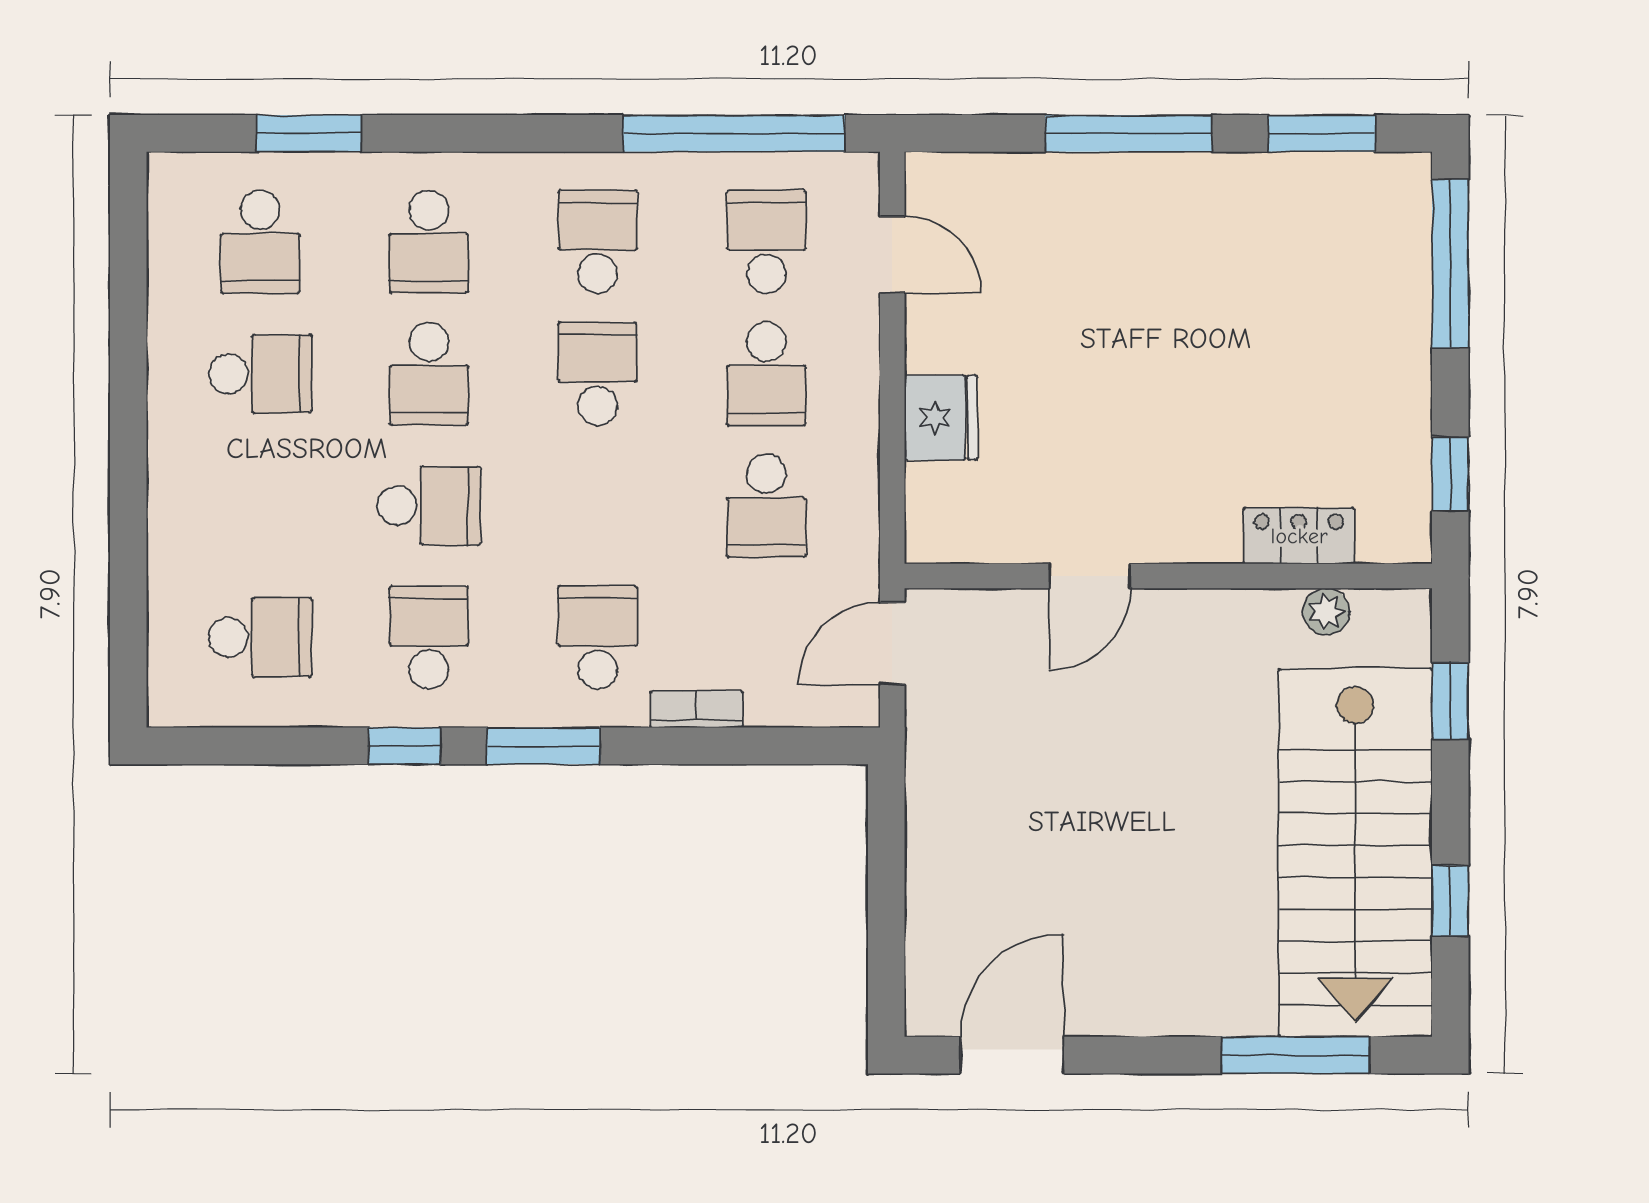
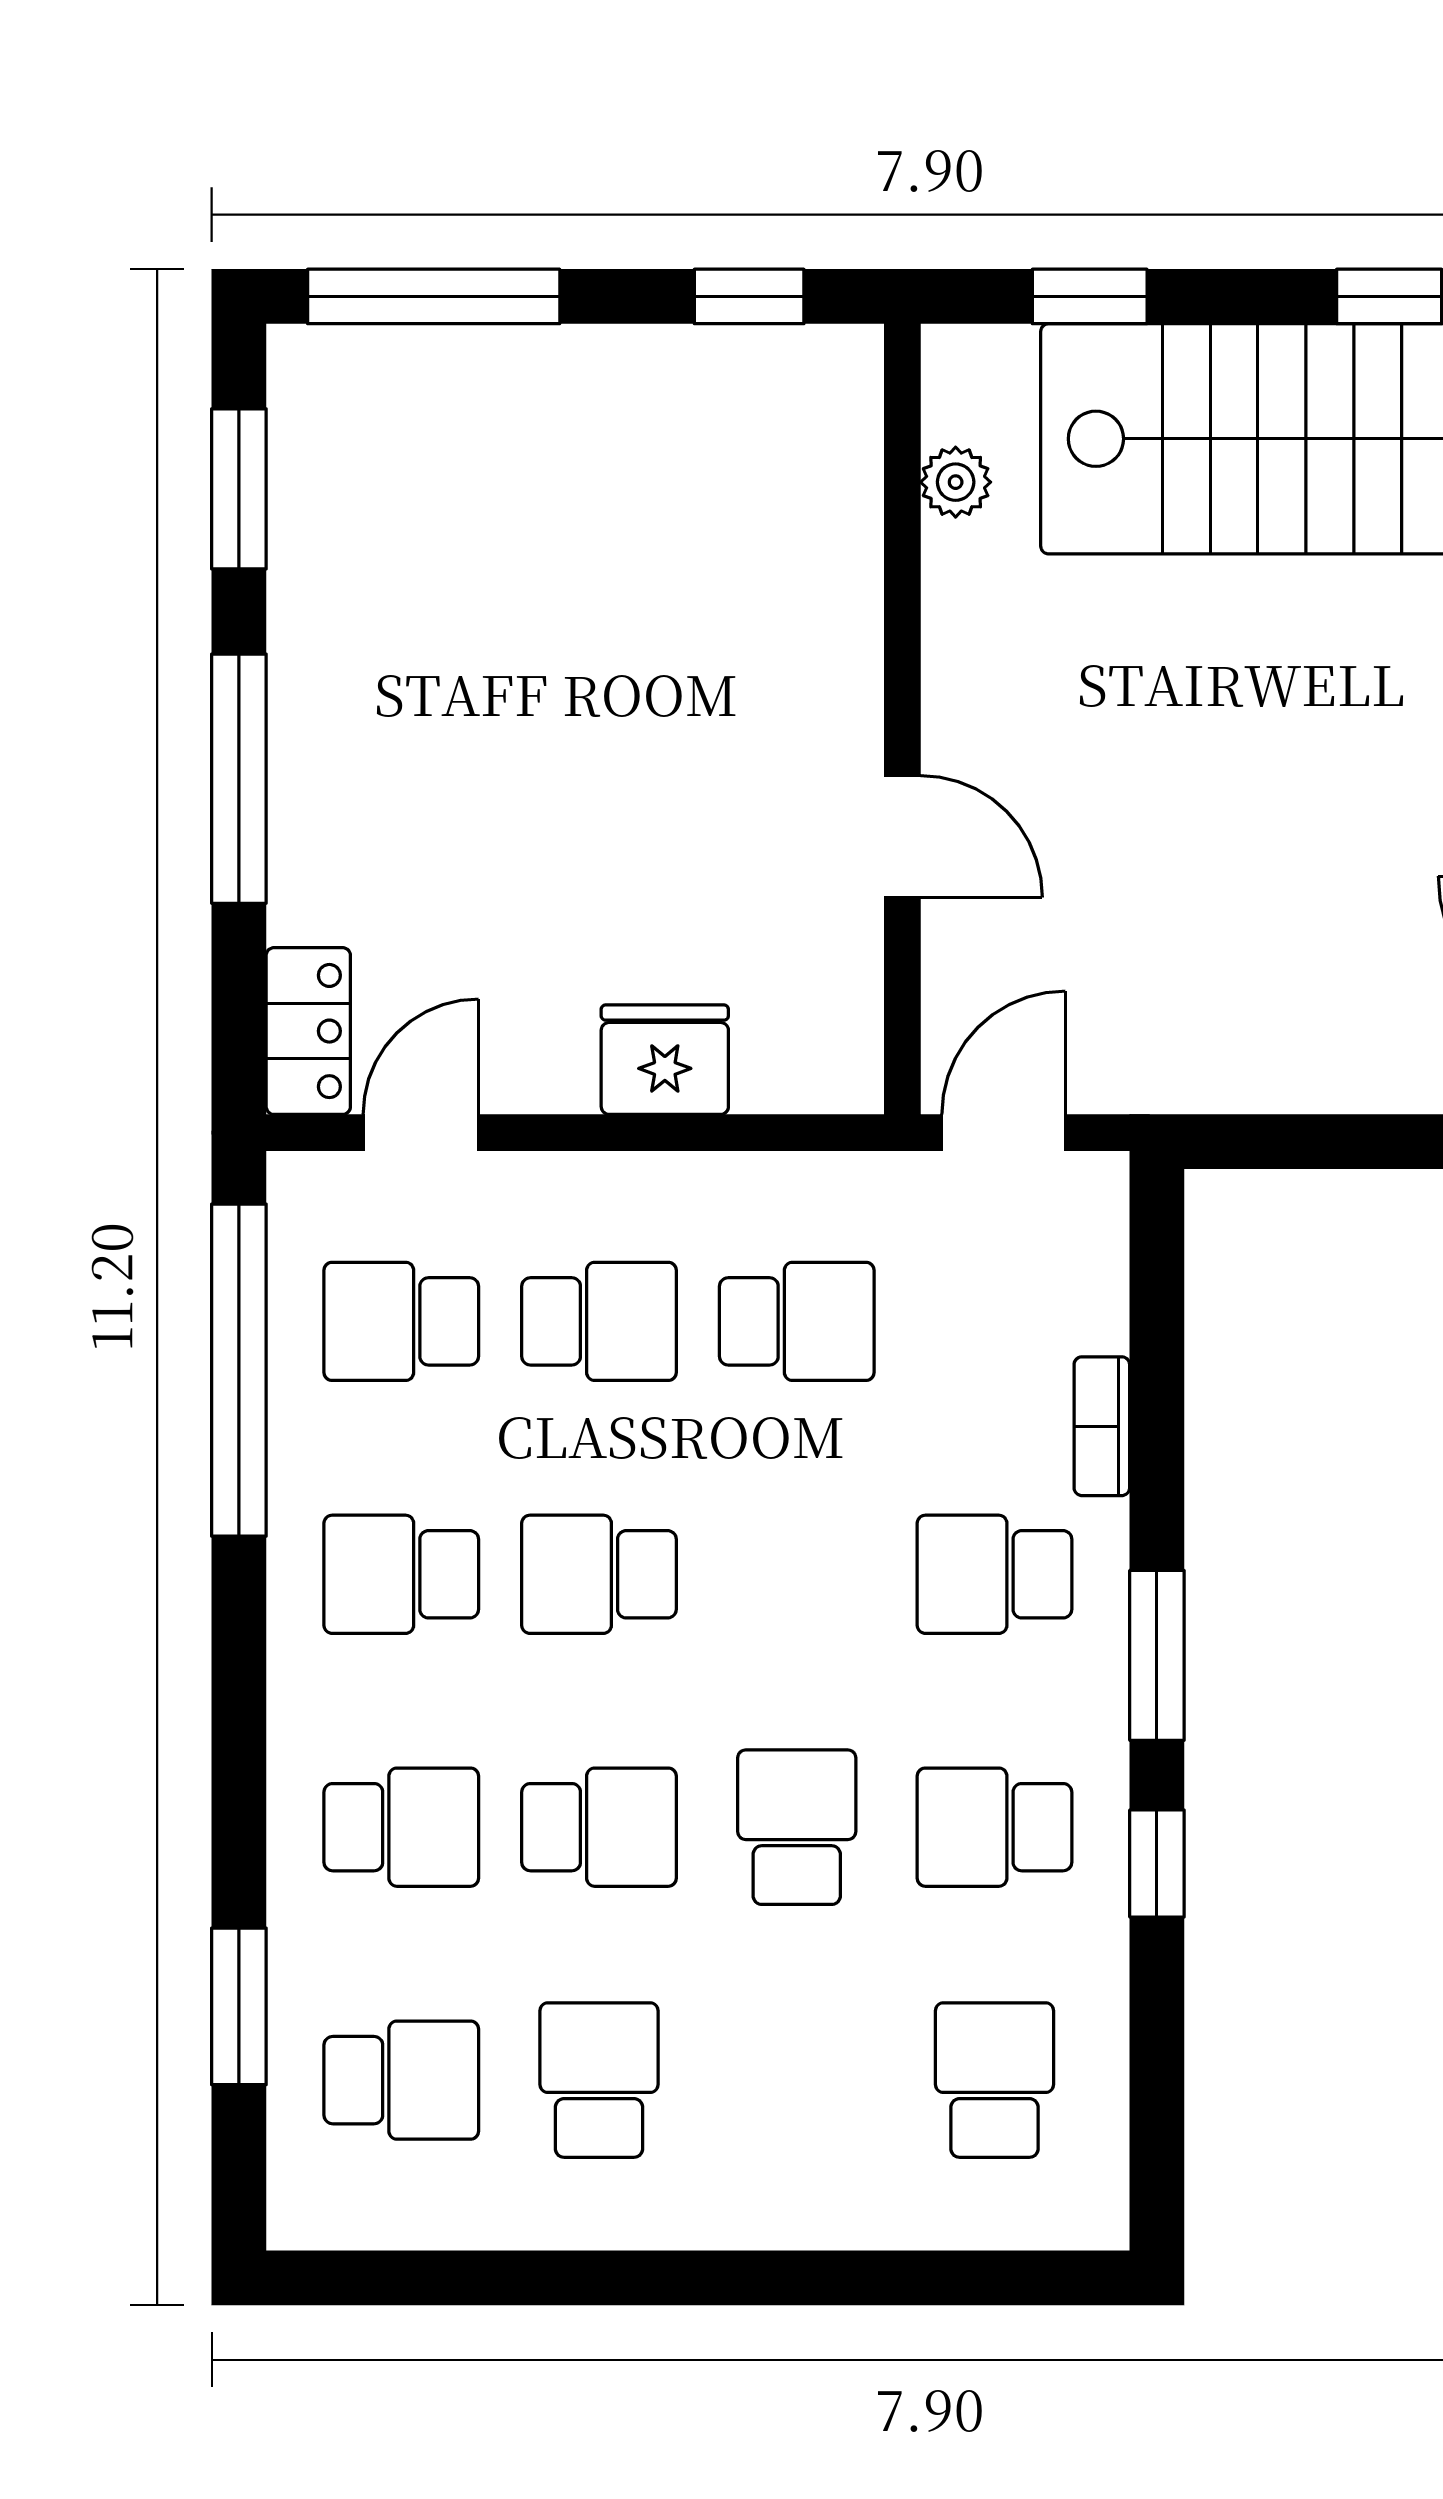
locker: (1299, 536) -> (308, 1031), moved, turned 180
door: (892, 644) -> (1003, 1133), swing flipped

